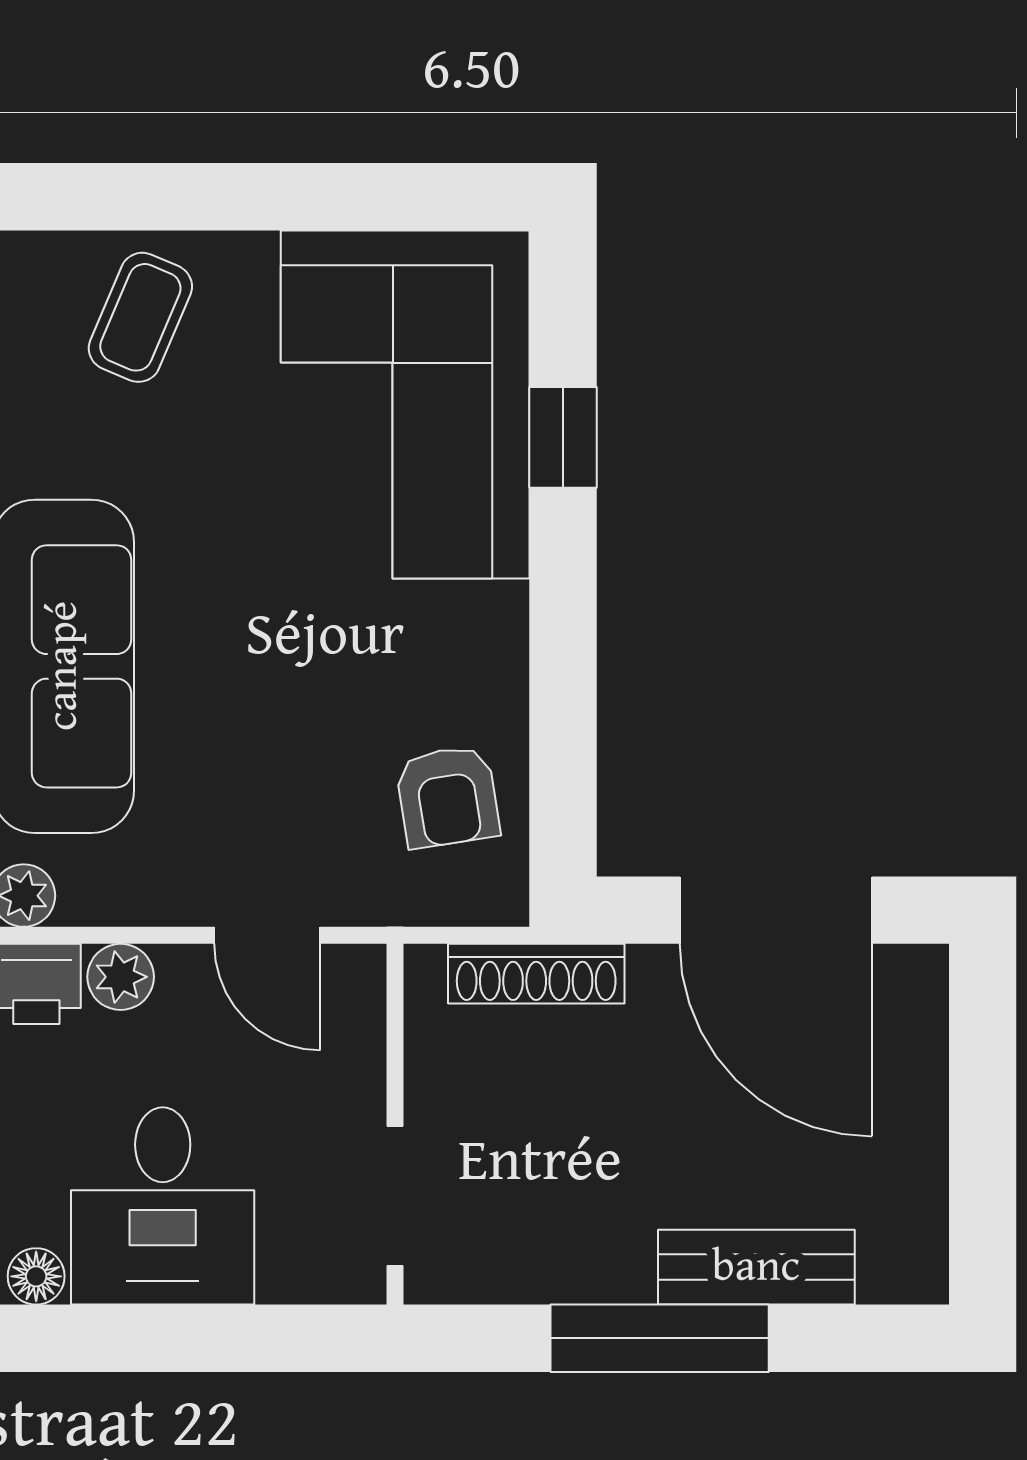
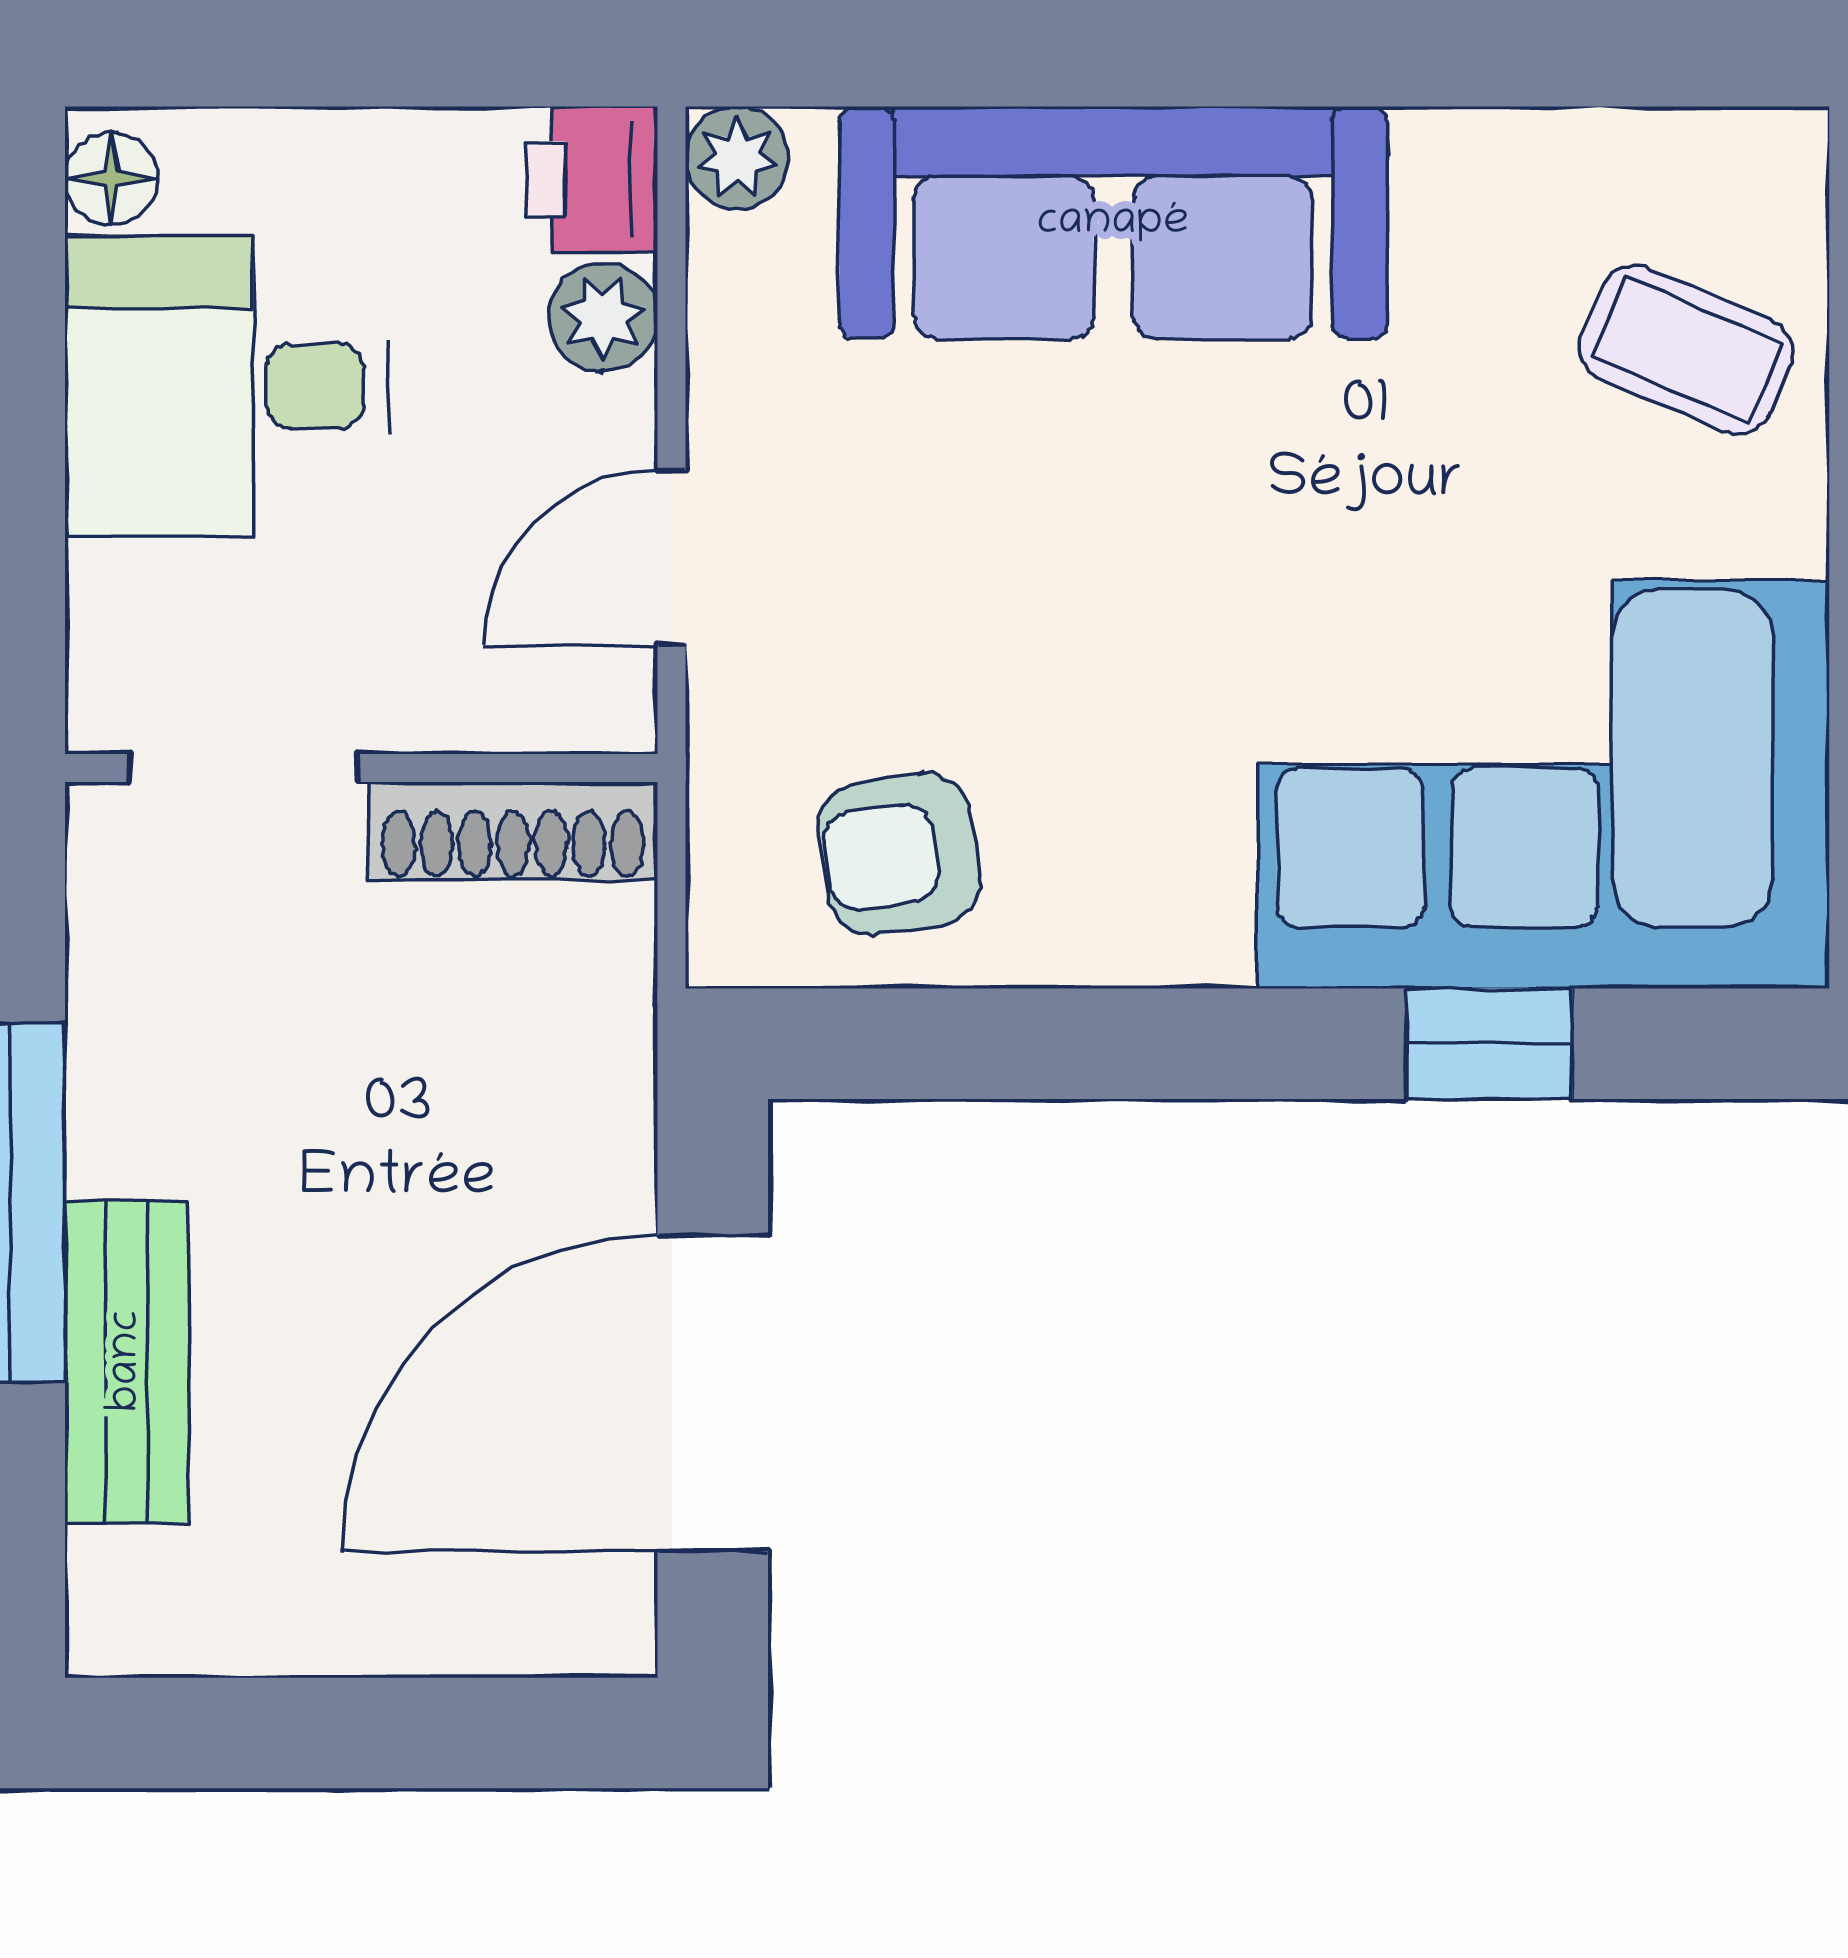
shoe rack: (536, 974) -> (513, 831), moved, turned -90

